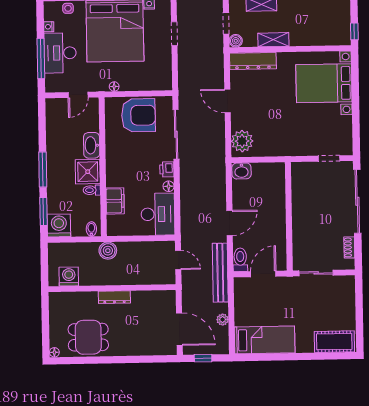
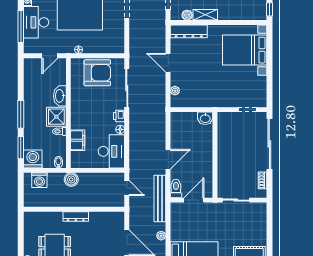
boiler: (236, 41) -> (187, 15), moved
plant: (242, 141) -> (175, 91), width x0.53, depth x0.53
washbasin: (241, 171) -> (205, 118), moved
washing machine: (69, 276) -> (39, 180), moved, turned 180

